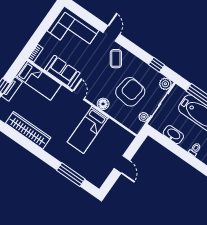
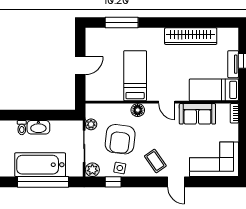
side table: (145, 71) -> (120, 168), added
washbasin: (173, 135) -> (38, 127), moved
door: (122, 164) -> (80, 66), swing flipped

